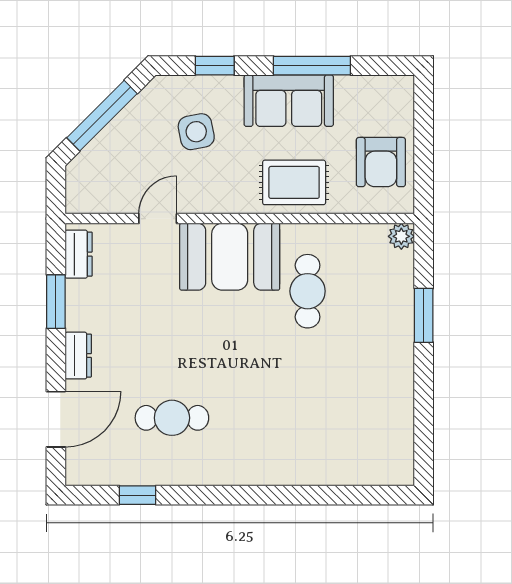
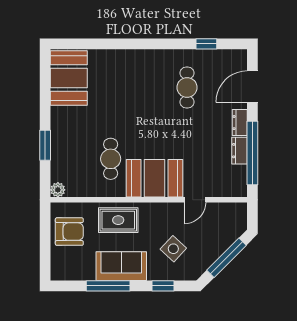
side table: (196, 132) -> (173, 249), turned -36
armchair: (381, 162) -> (69, 232), turned 90
dresser: (79, 254) -> (240, 151), moved
window: (56, 302) -> (252, 153), width x2.11
cafe table: (172, 418) -> (187, 87), turned 90
booth: (382, 435) -> (69, 78), added

